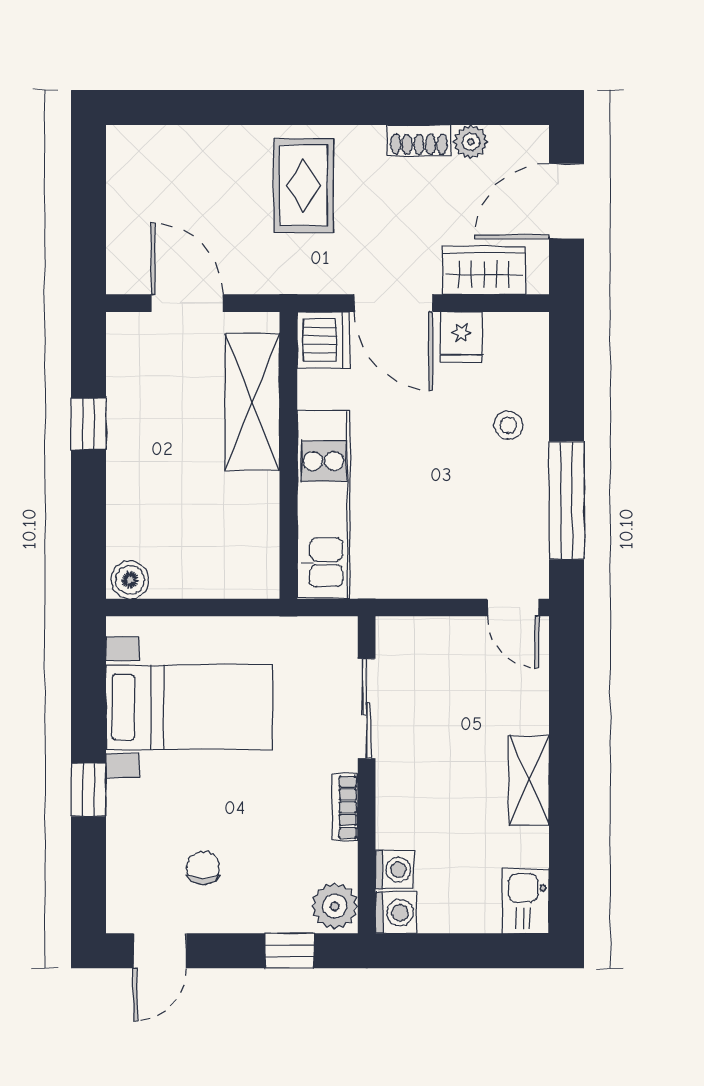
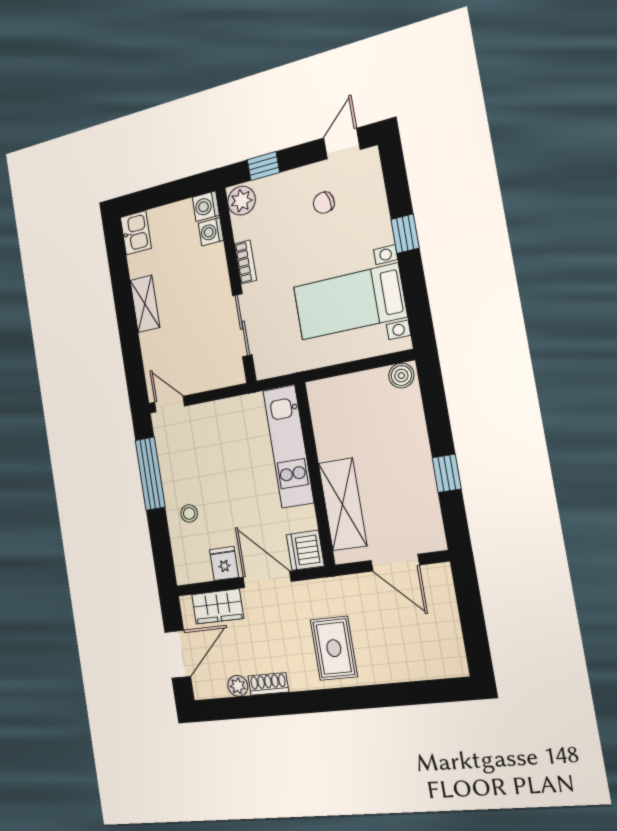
chair: (203, 868) -> (324, 203), turned 78

